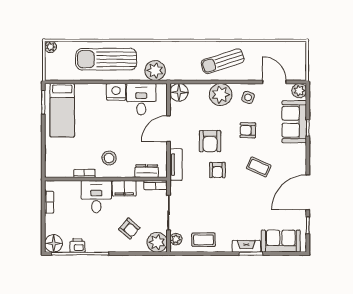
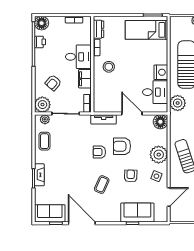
plant: (299, 91) -> (162, 216), removed
dresser: (147, 171) -> (98, 29), moved
sofa: (281, 241) -> (50, 213), moved, turned -90

